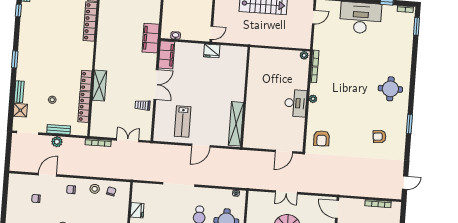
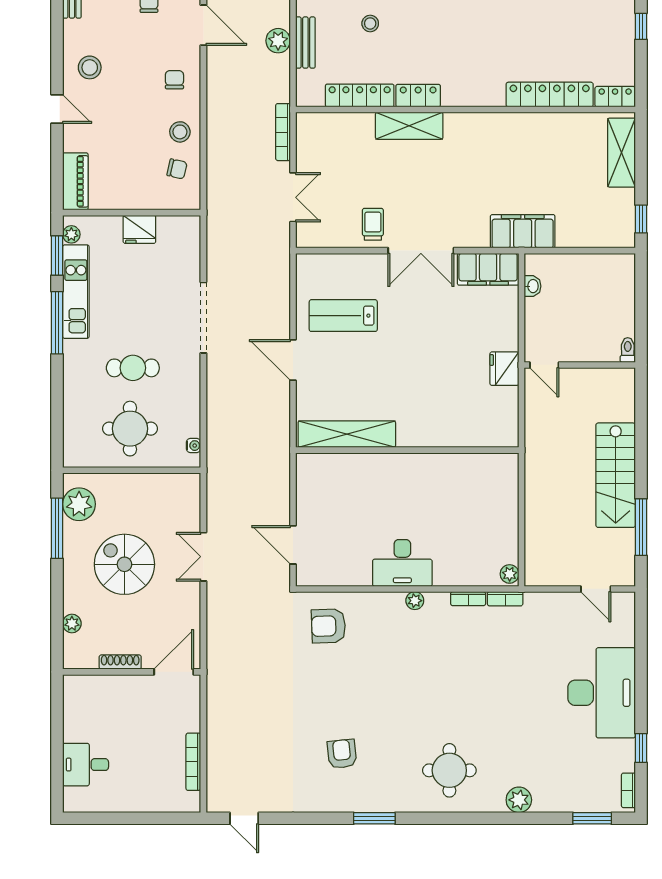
plant: (406, 59) -> (519, 800), added

